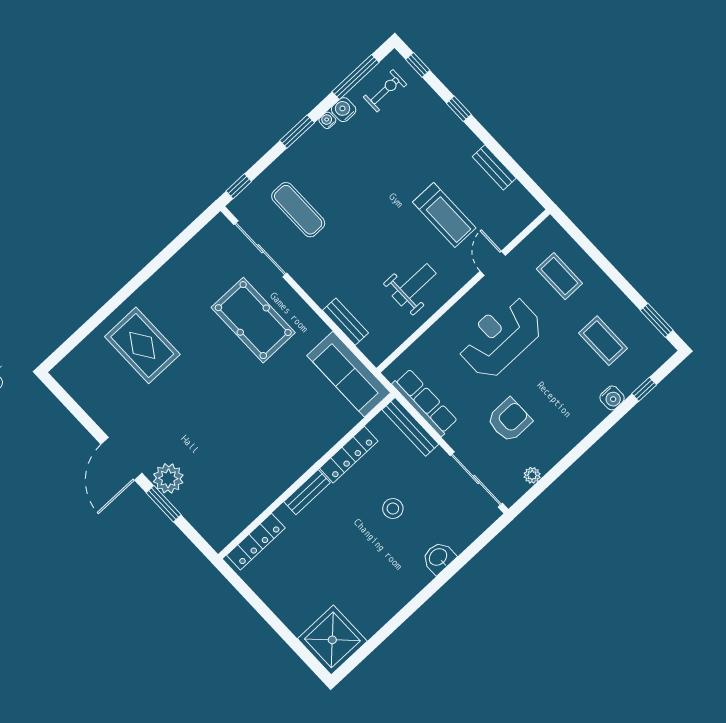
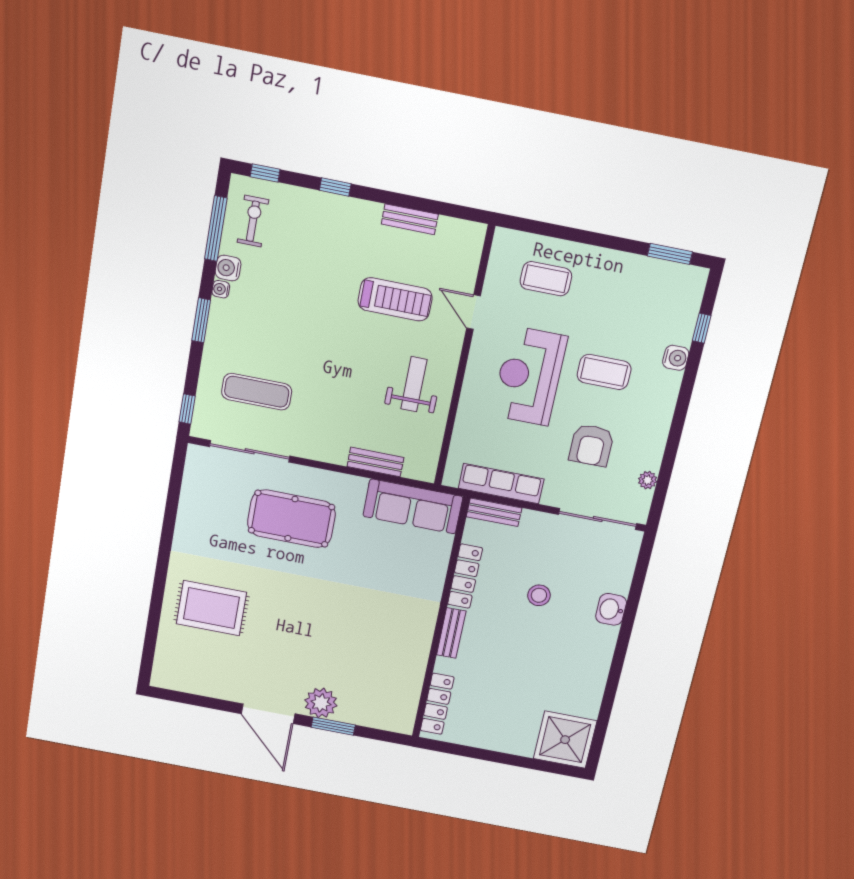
coffee table: (603, 341) -> (604, 372), moved
armchair: (509, 420) -> (591, 445), turned 180
bench: (410, 427) -> (494, 512), width x0.73

